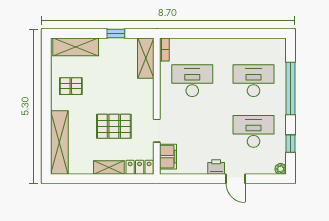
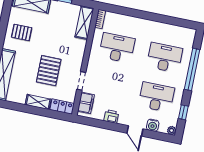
pallet: (114, 126) -> (49, 71), turned 90
printer: (216, 167) -> (111, 116), moved
water cooler: (256, 167) -> (153, 125), added

